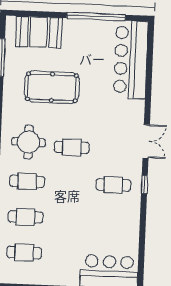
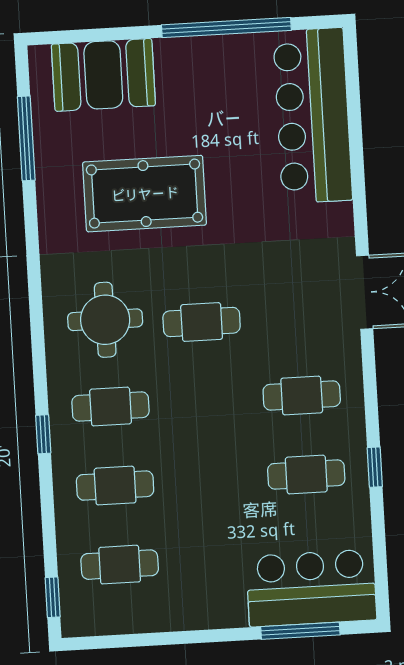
window: (144, 185) -> (375, 467), moved
cafe table: (112, 221) -> (306, 475), added

